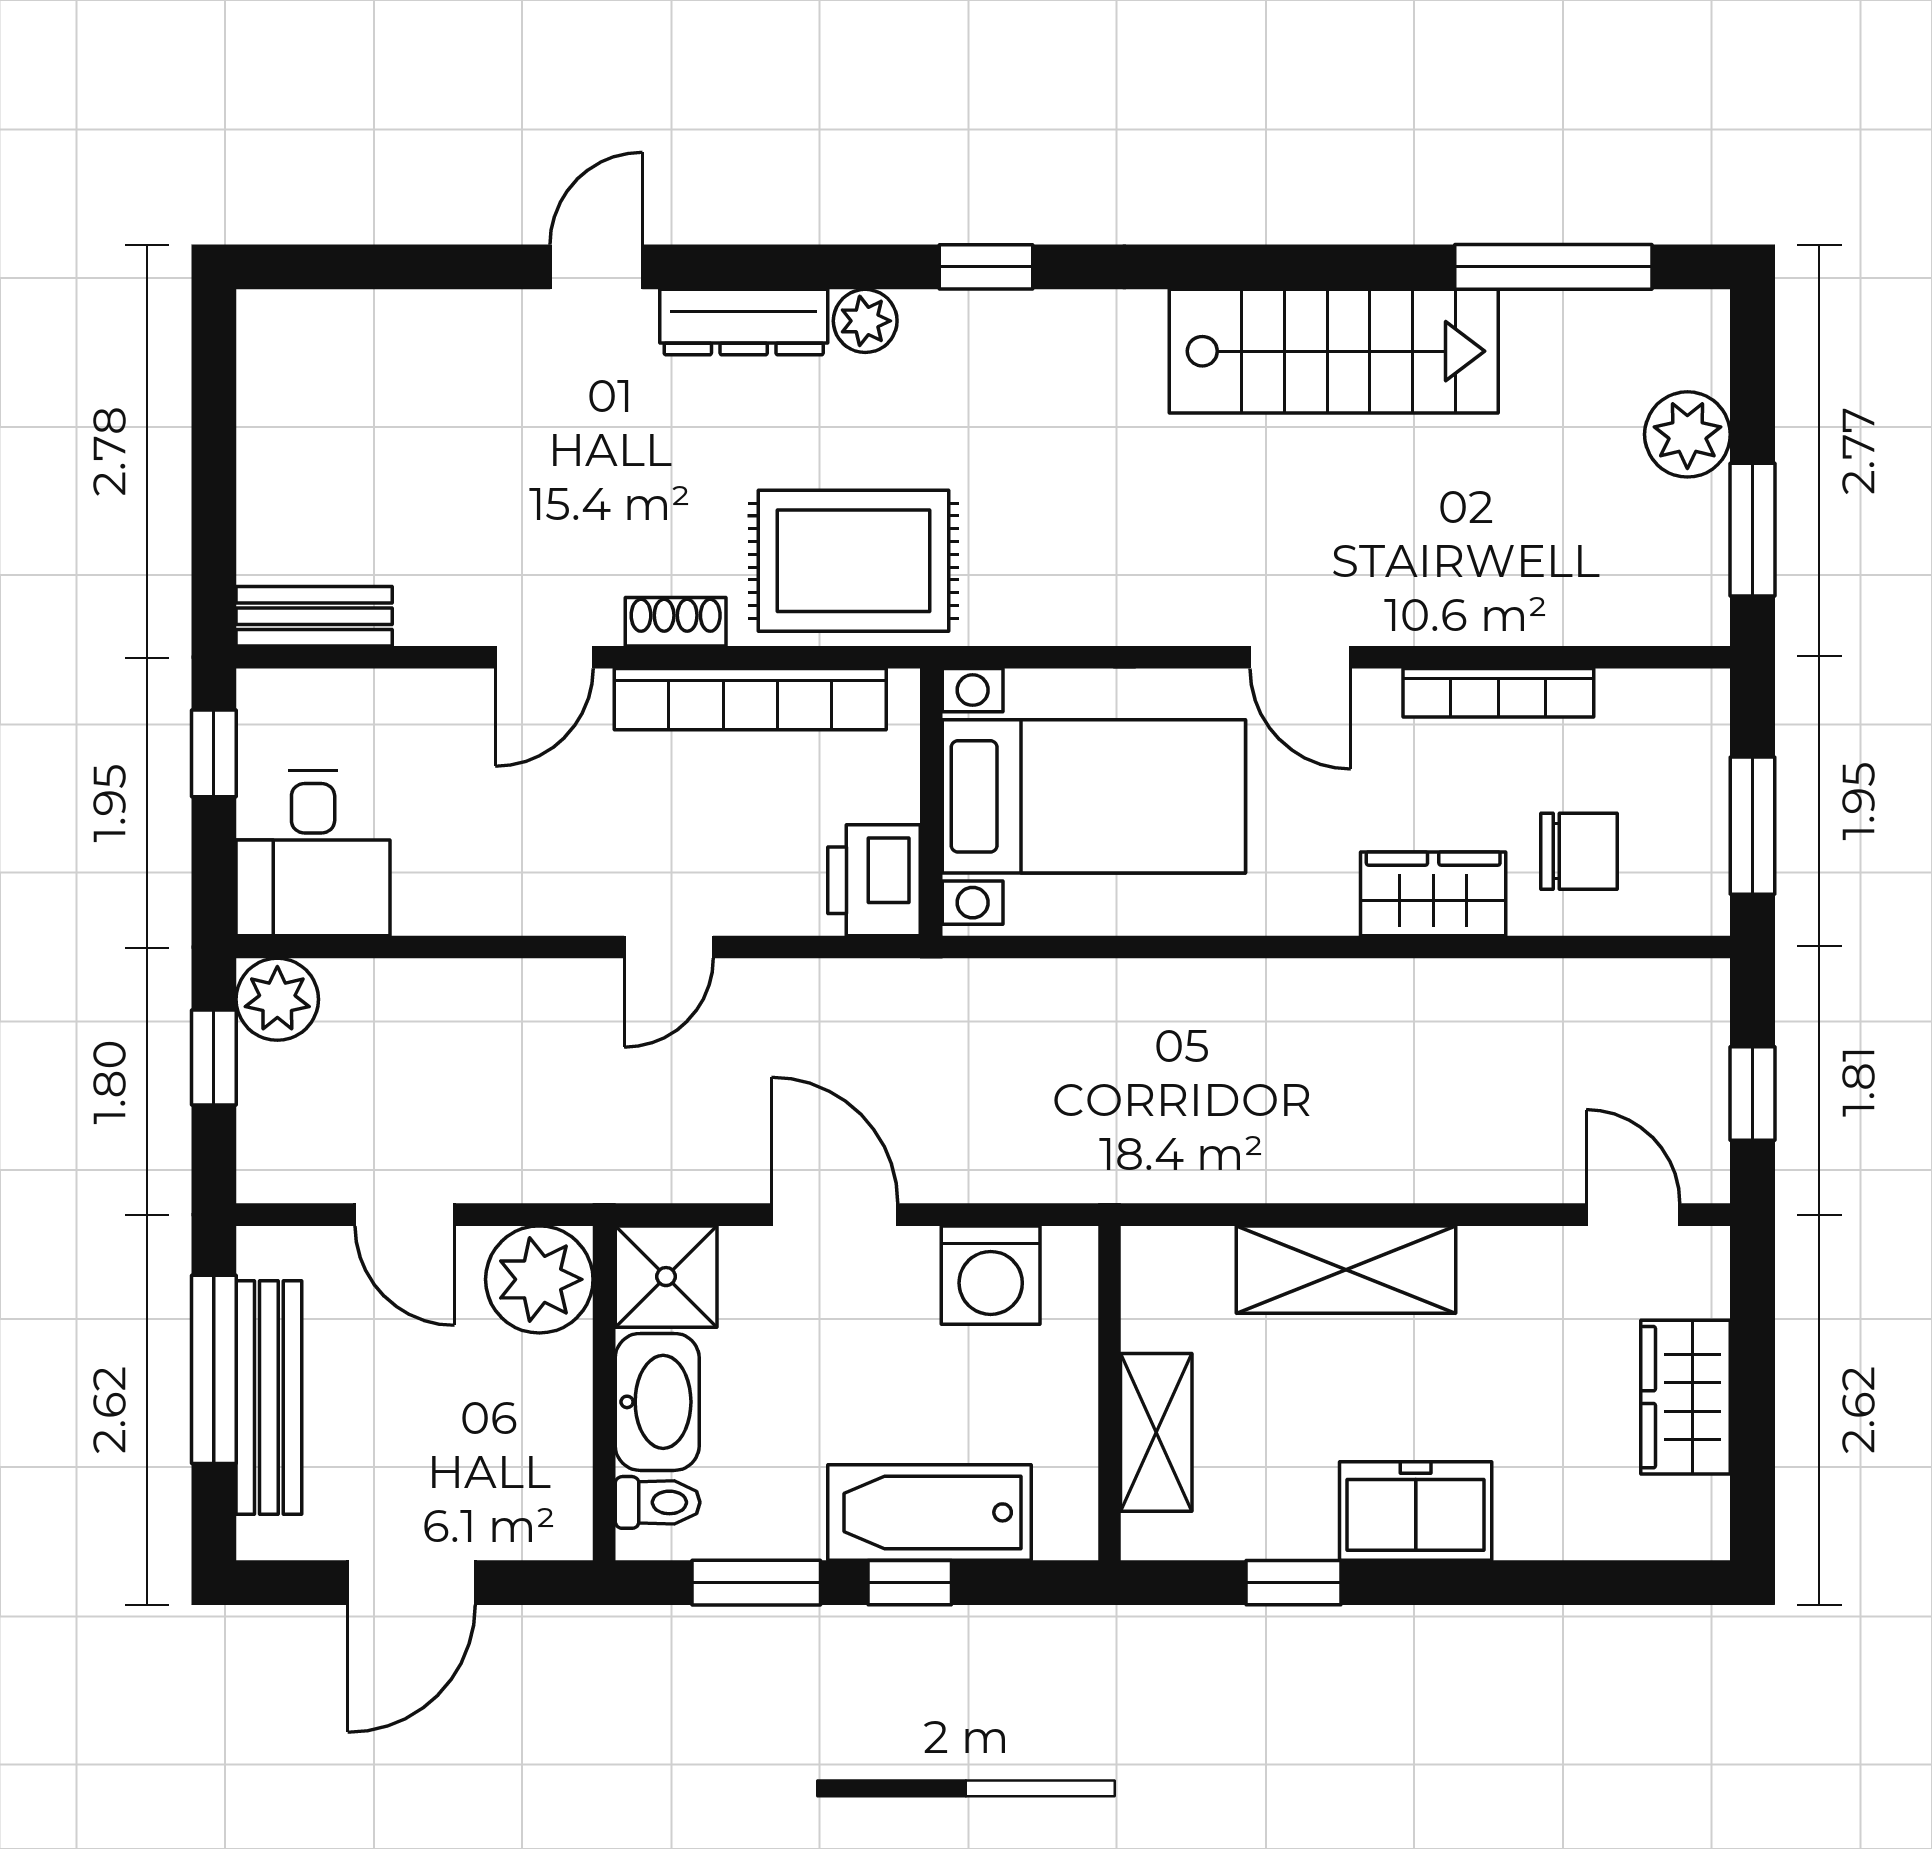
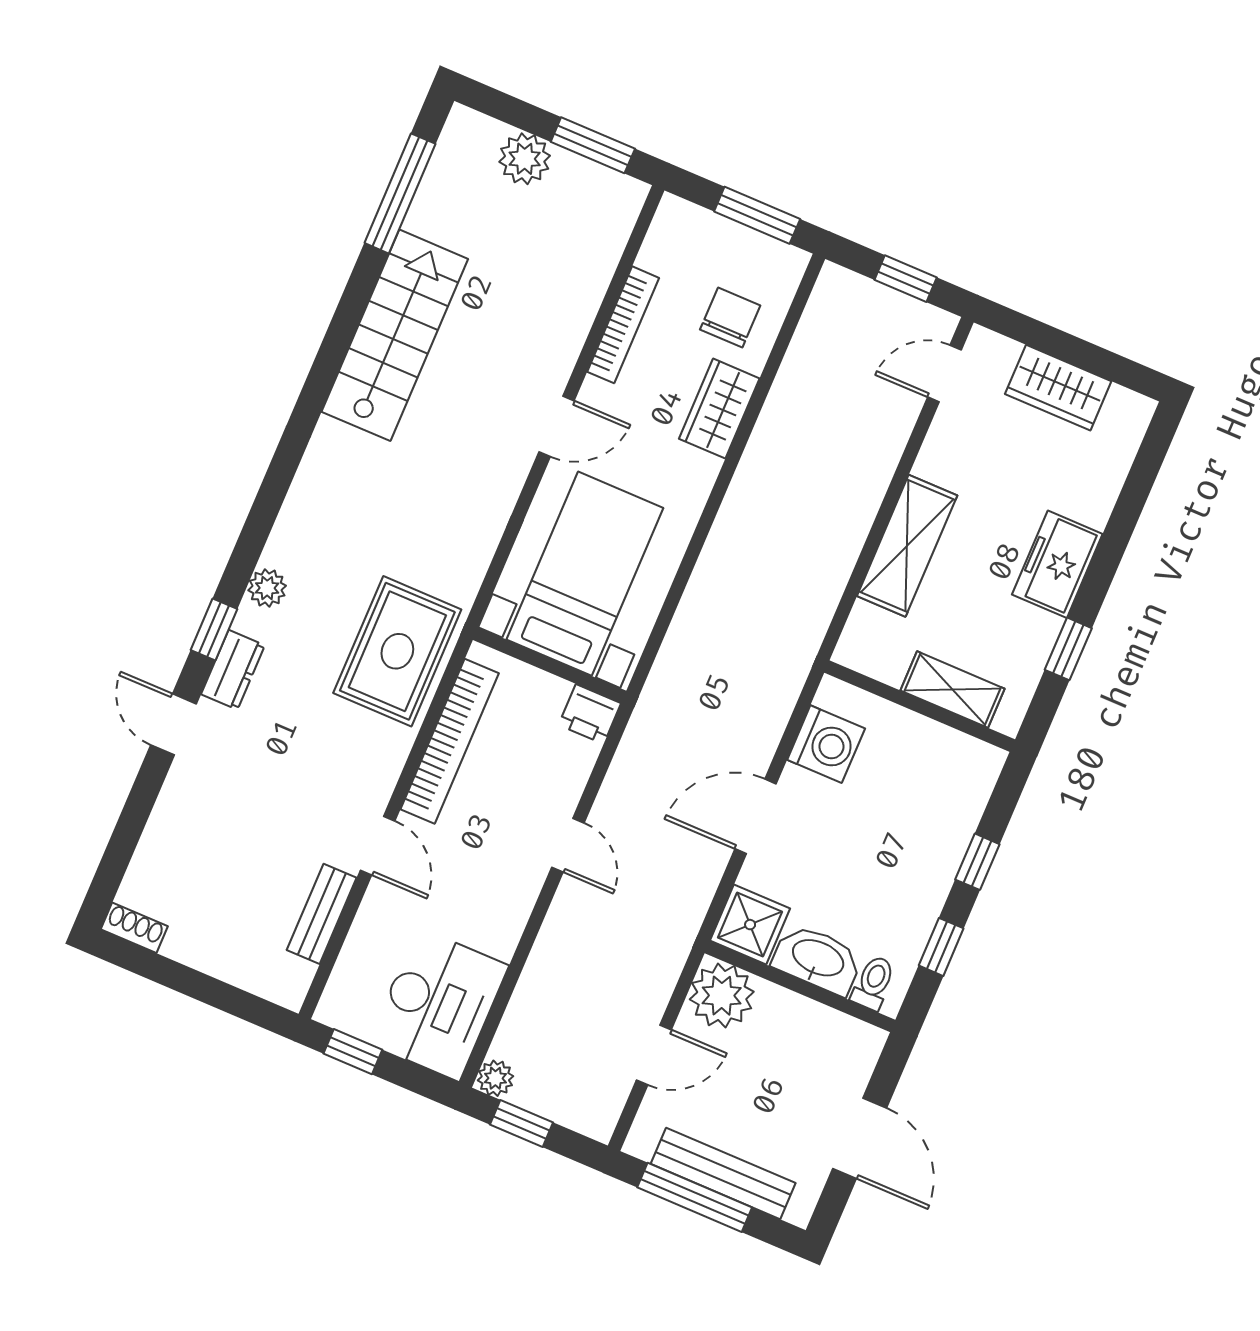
window: (986, 267) -> (214, 629), moved
dresser: (744, 322) -> (233, 670), width x0.70
bench: (314, 616) -> (322, 914), moved
shoe rack: (676, 622) -> (134, 928), moved, turned 90
desk: (313, 853) -> (438, 1004), width x1.37
printer: (874, 880) -> (590, 714), width x0.73, depth x0.81
plant: (277, 999) -> (495, 1078), width x0.73, depth x0.73
bathtub: (929, 1512) -> (943, 834), removed
window: (756, 1583) -> (941, 947), width x0.67

